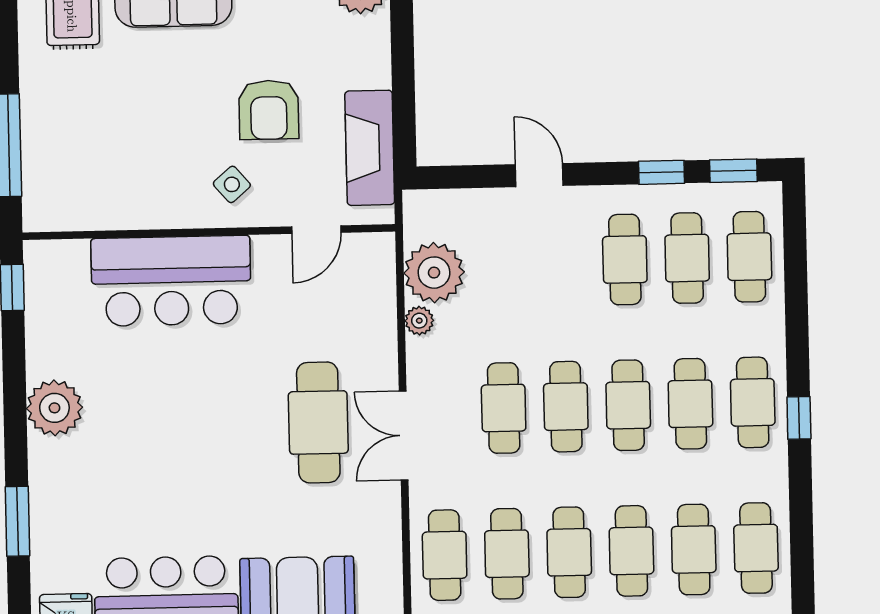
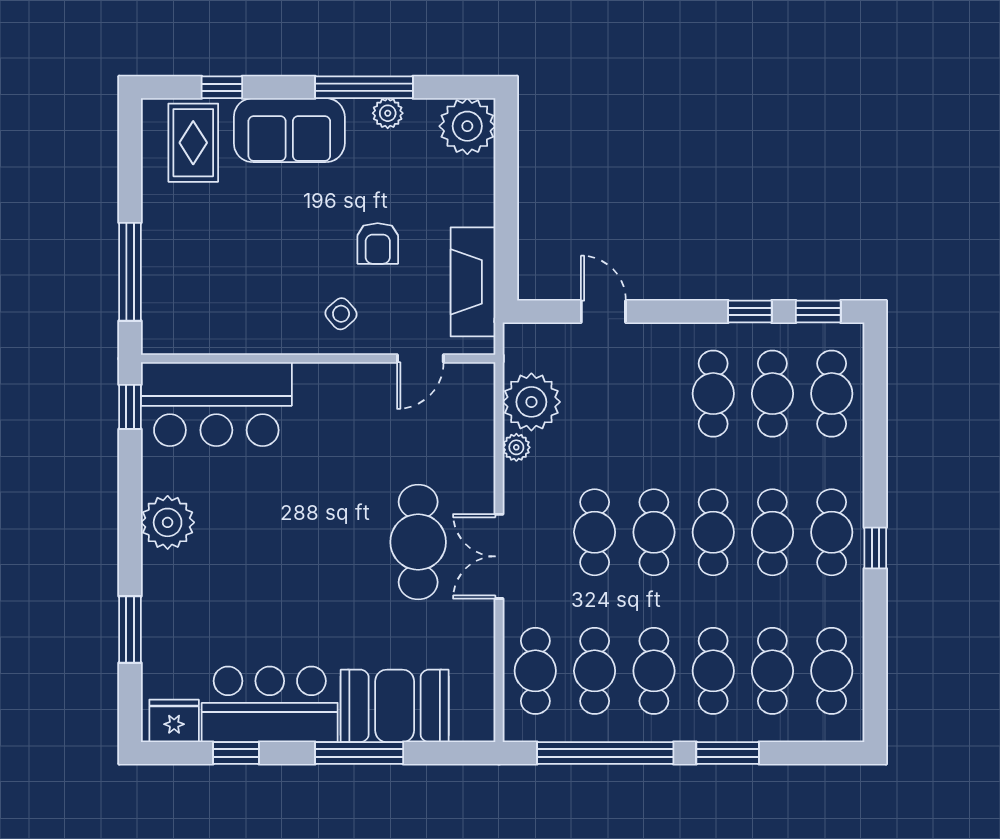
armchair: (269, 110) -> (378, 244), width x0.72, depth x0.72
door: (539, 175) -> (603, 312), moved
bar counter: (171, 281) -> (216, 404), moved

